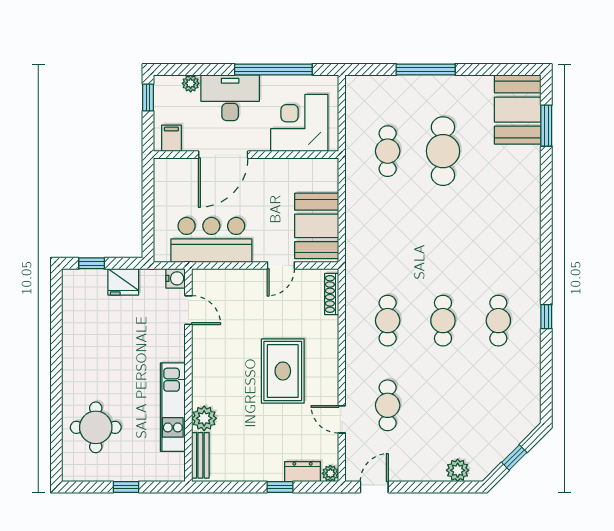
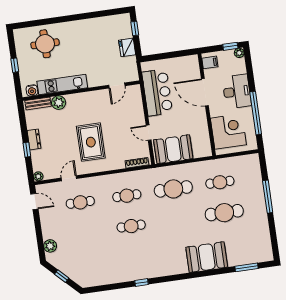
plant: (191, 83) -> (239, 53), moved
booth: (518, 110) -> (207, 257), moved
water cooler: (176, 278) -> (32, 90), moved
cafe table: (498, 321) -> (173, 189), moved, width x1.37, depth x1.35
rug: (283, 371) -> (91, 142), turned 90
dresser: (303, 472) -> (34, 139), moved

